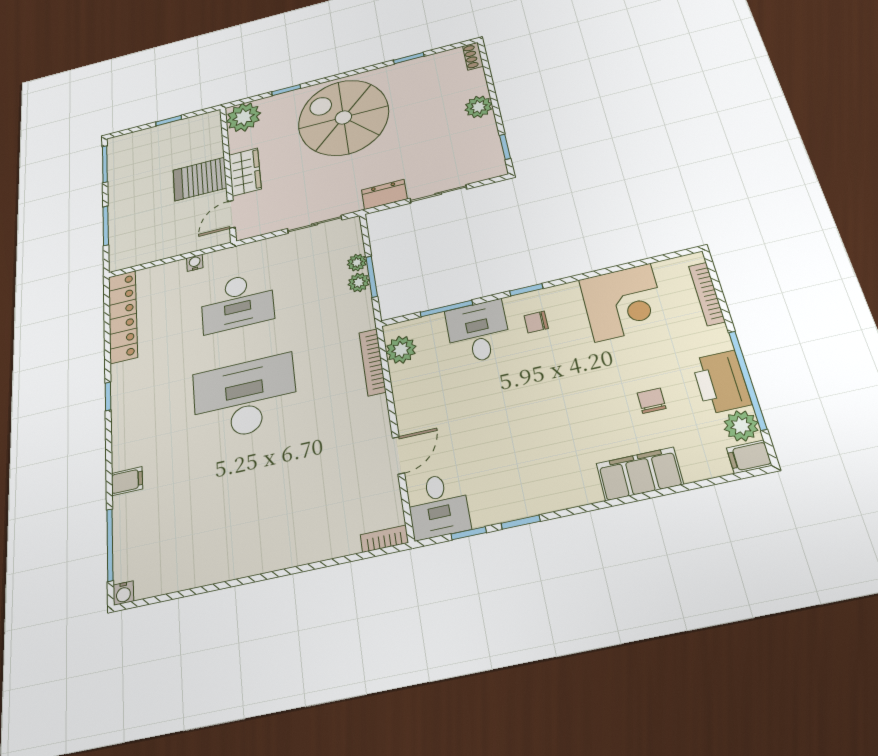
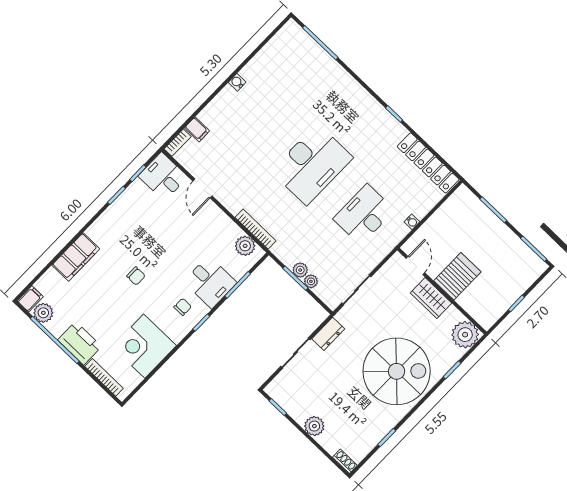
printer: (721, 382) -> (80, 343), moved
chair: (652, 401) -> (136, 276), moved
filing cabinet: (127, 481) -> (197, 129), moved, turned -90
water cooler: (123, 593) -> (237, 82), moved

